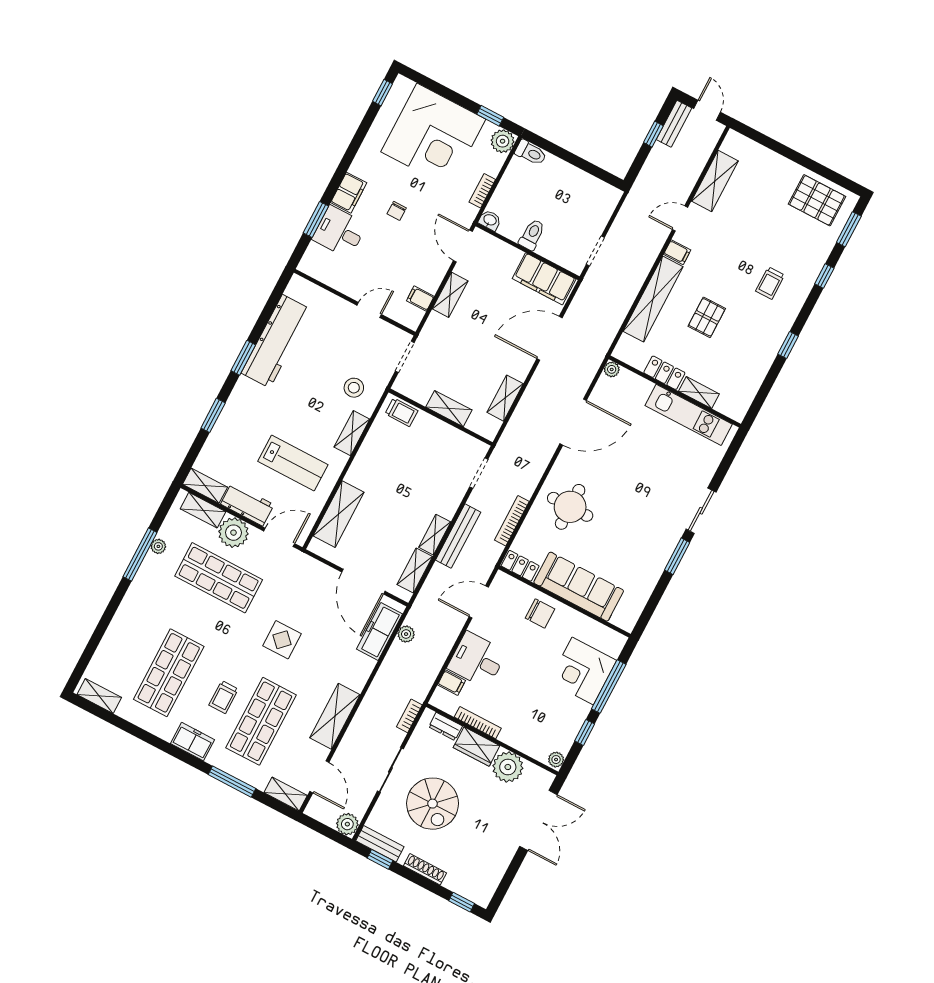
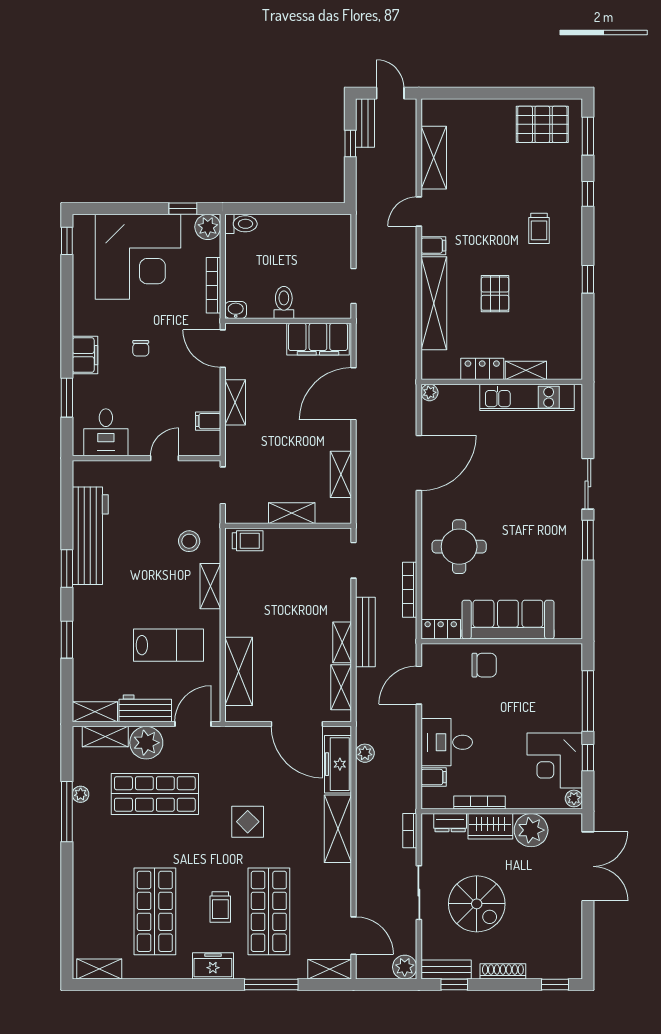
bookcase: (482, 191) -> (213, 285), width x1.56
desk: (339, 232) -> (106, 432), moved, turned -90
corner desk: (583, 671) -> (555, 761), moved
shelving: (335, 716) -> (338, 829), moved

